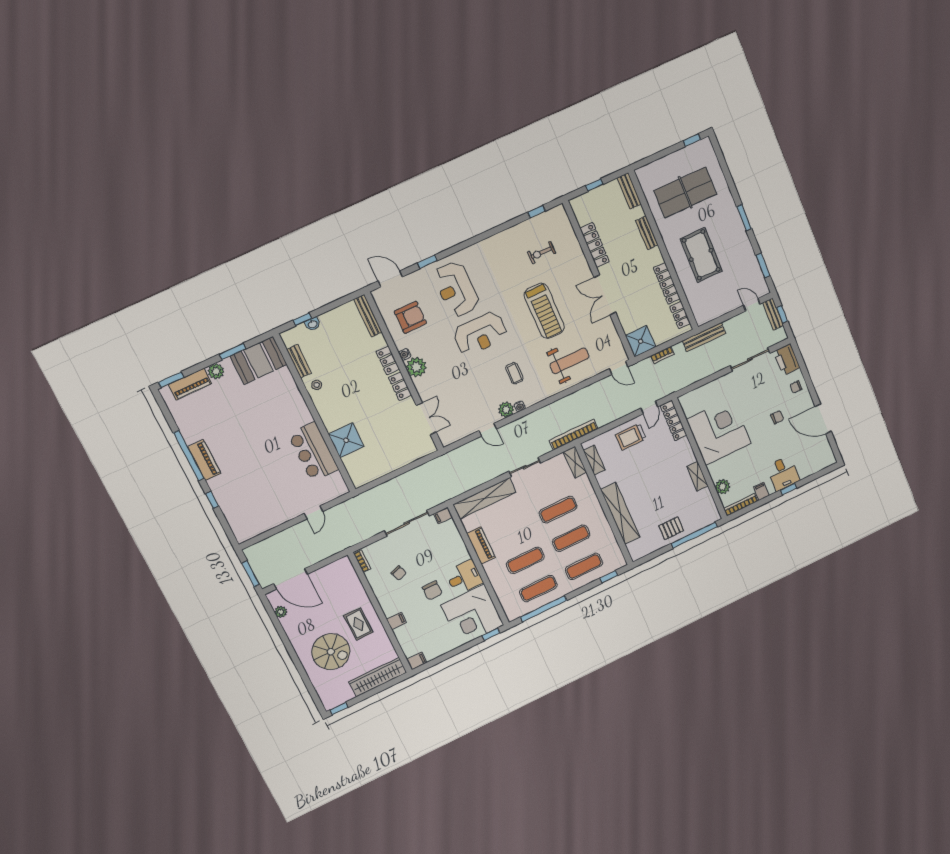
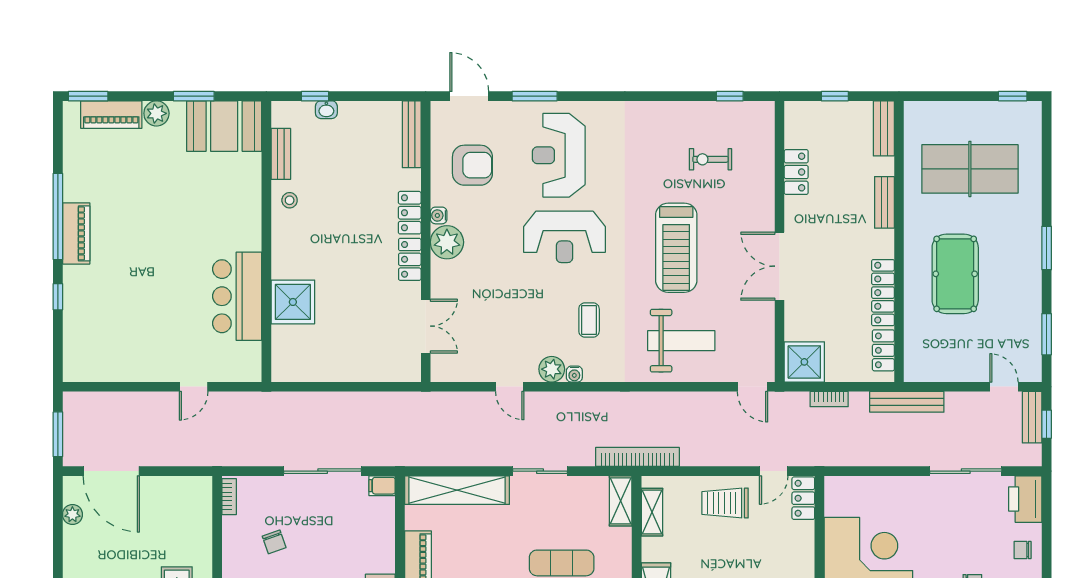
locker: (595, 245) -> (796, 172), width x0.66
window: (427, 262) -> (535, 96), width x1.50
locker: (674, 421) -> (803, 498), width x0.66

